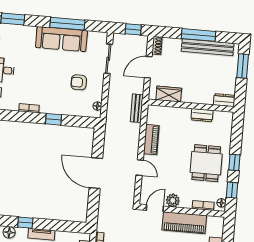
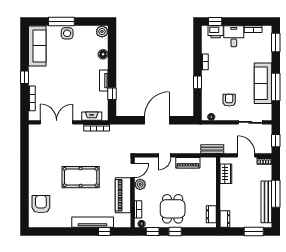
dresser: (202, 115) -> (211, 214), moved
dining table: (206, 163) -> (173, 209), turned 90
door: (155, 208) -> (133, 170), hinge flipped
window: (25, 223) -> (112, 94), moved

